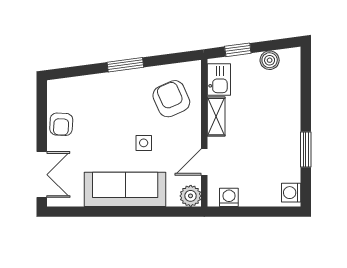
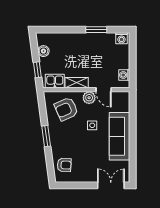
armchair: (61, 124) -> (64, 165), moved
plant: (191, 196) -> (89, 98), moved

